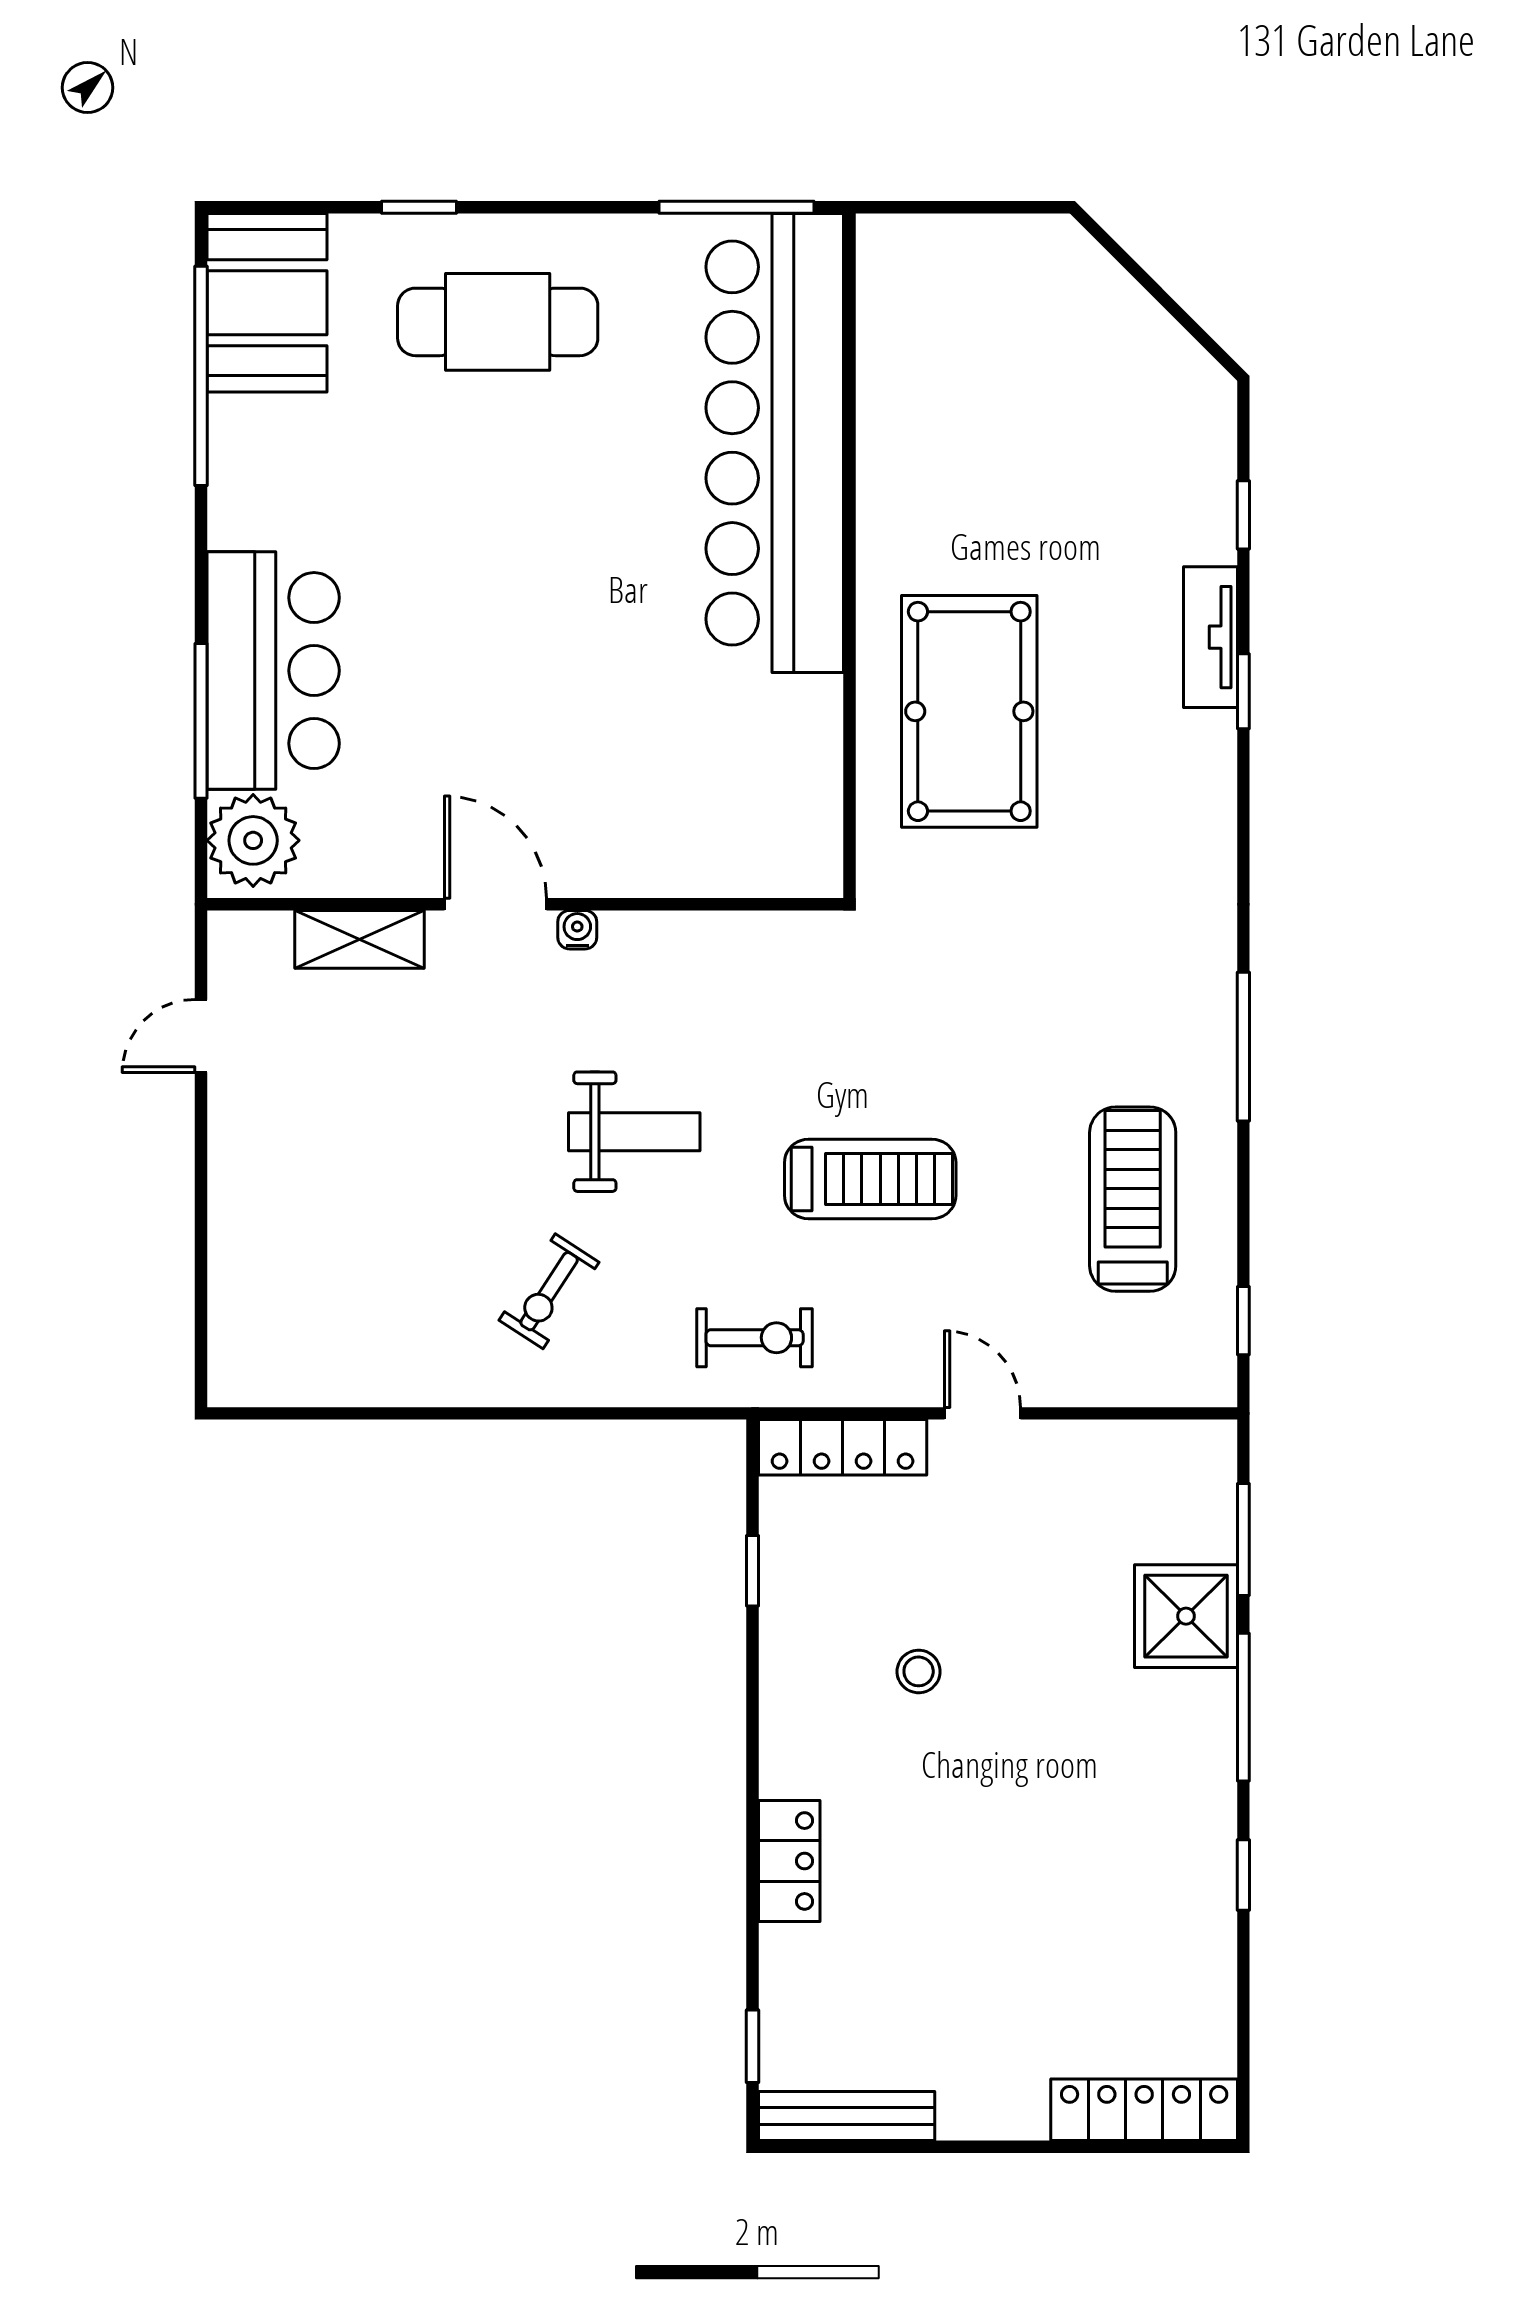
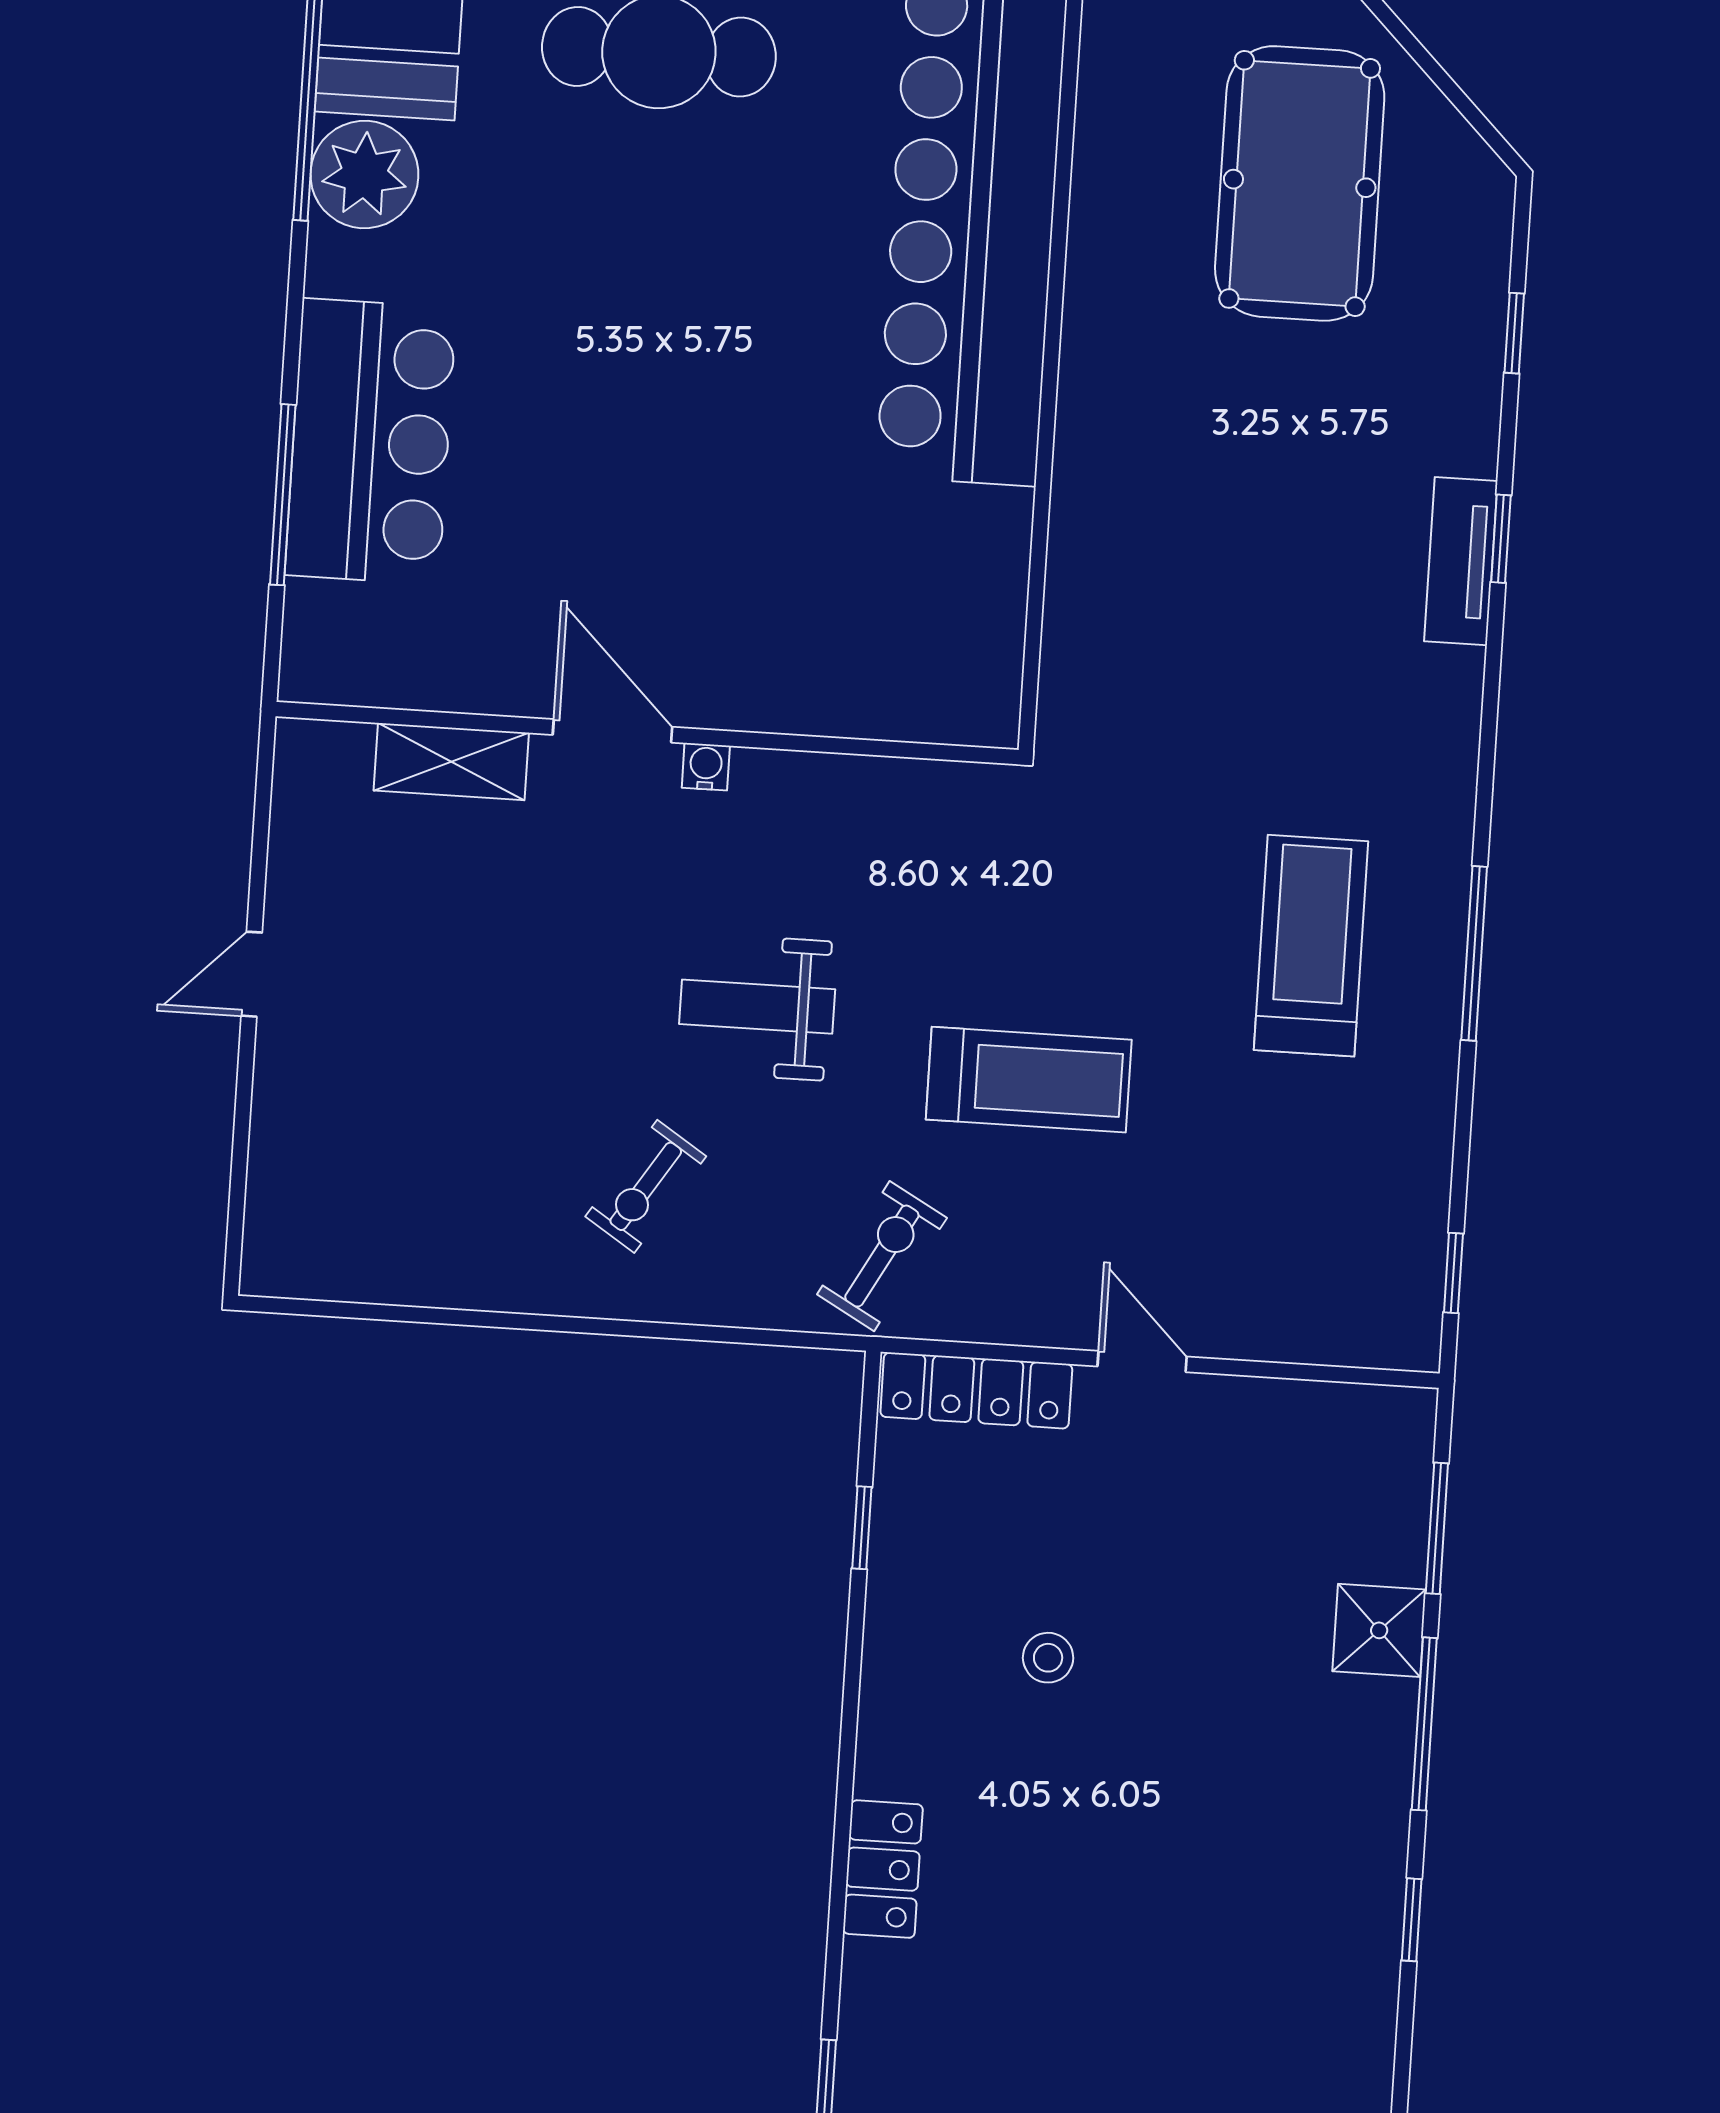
tv unit: (1210, 637) -> (1461, 561), moved
pool table: (969, 711) -> (1300, 183), moved
plant: (253, 840) -> (364, 175), moved
door: (201, 1036) -> (252, 974), moved
weight bench: (634, 1132) -> (757, 1007), turned 180
treadmill: (1133, 1199) -> (1311, 946), moved
exercise bike: (755, 1338) -> (882, 1256), turned -61
shower: (1186, 1616) -> (1379, 1630), width x0.73, depth x0.73

